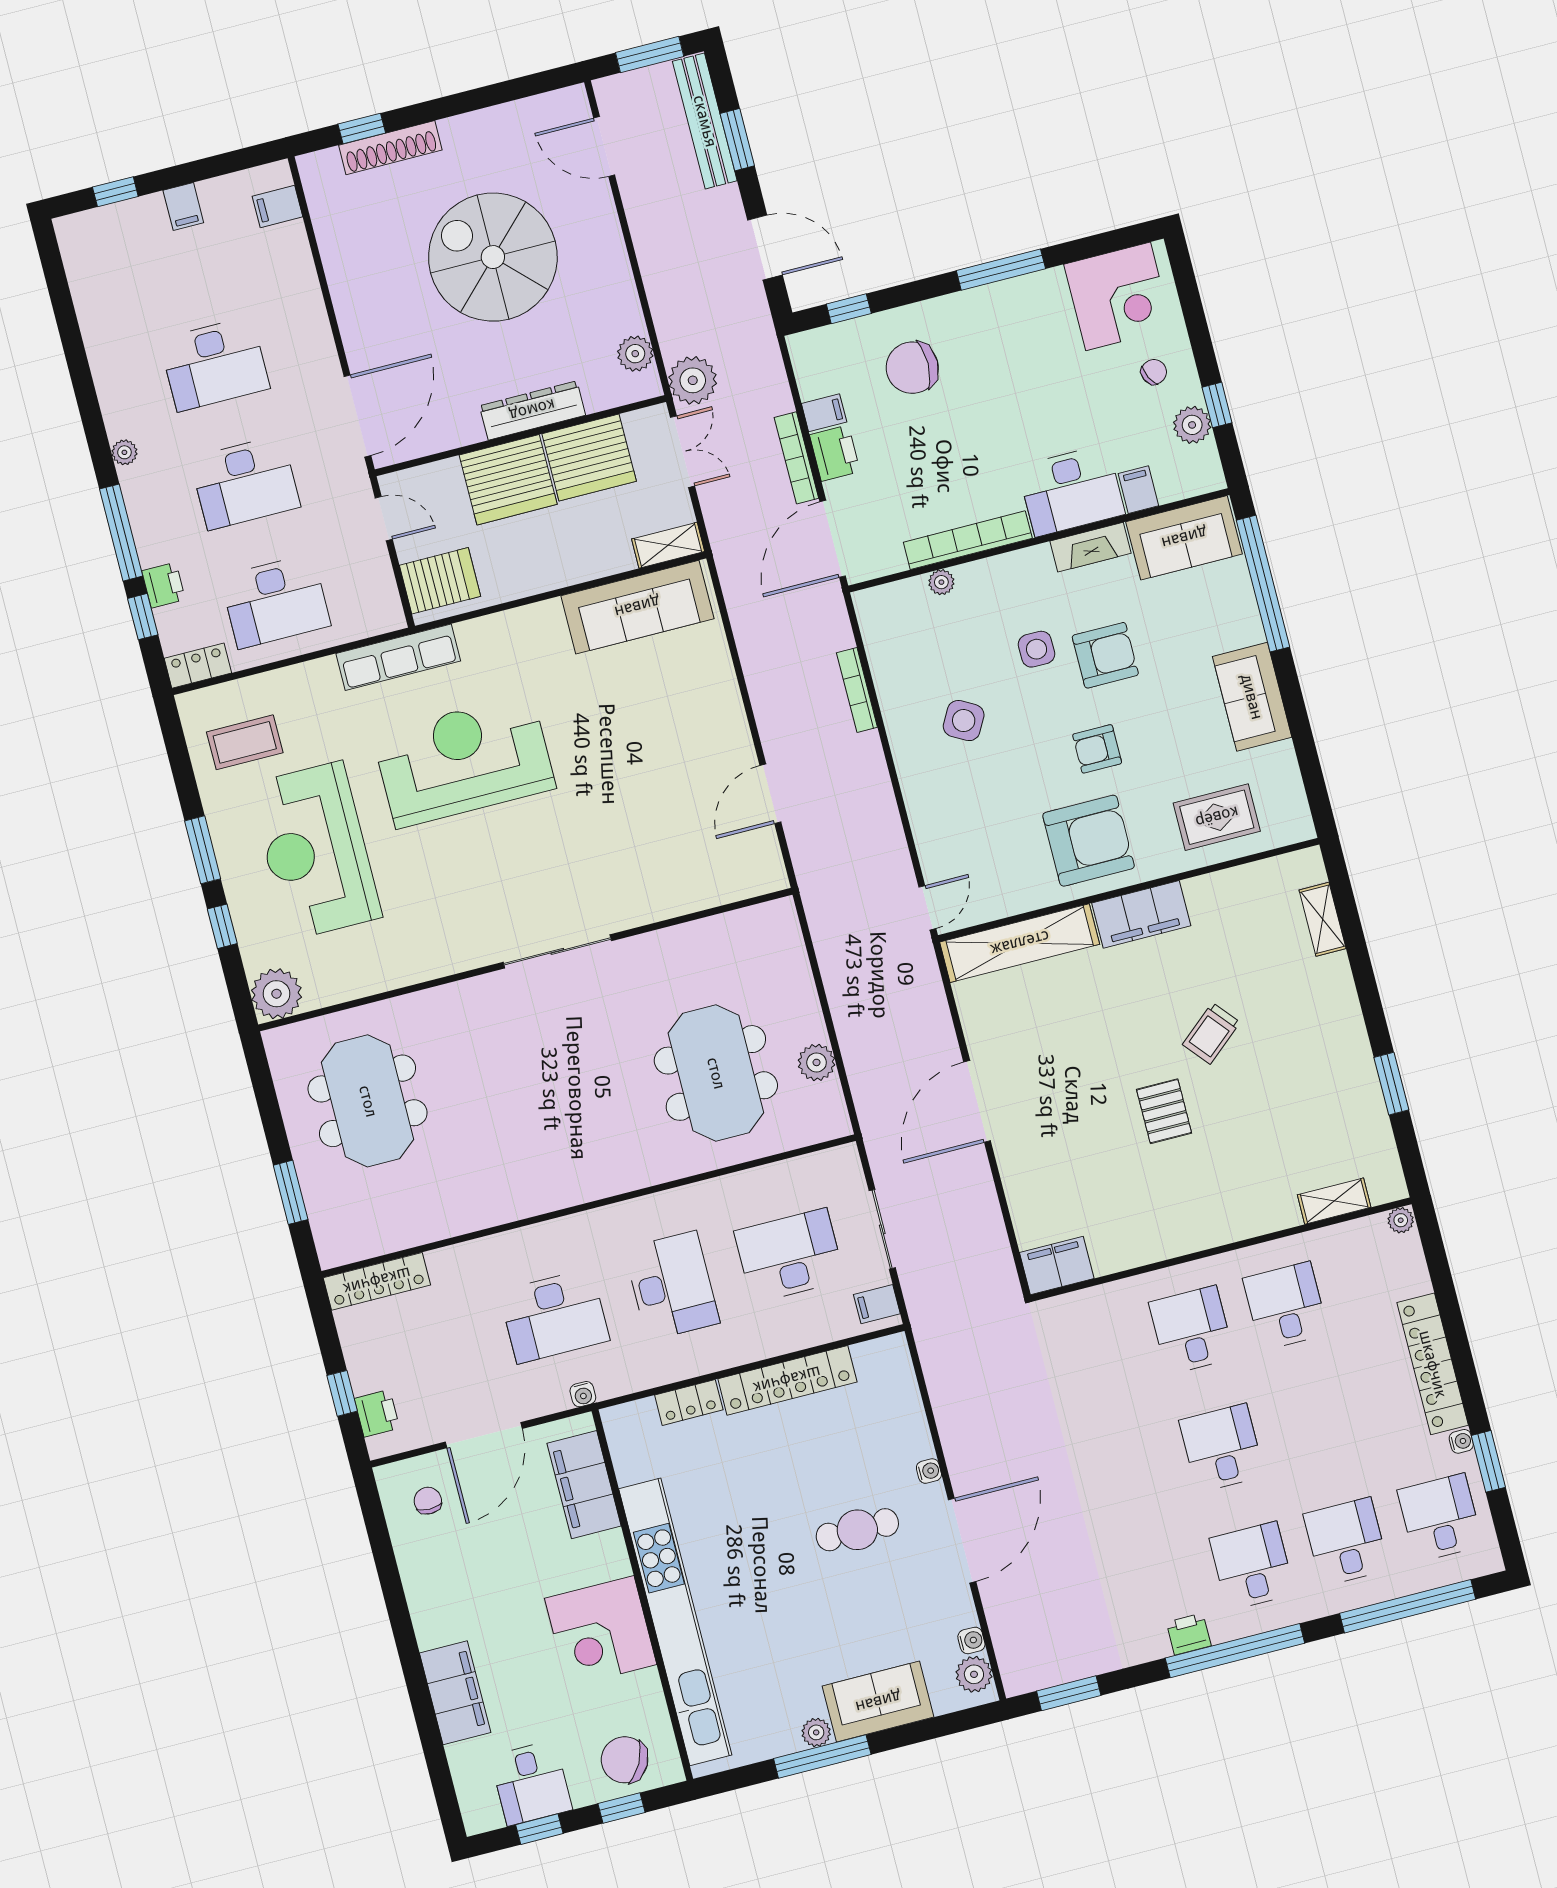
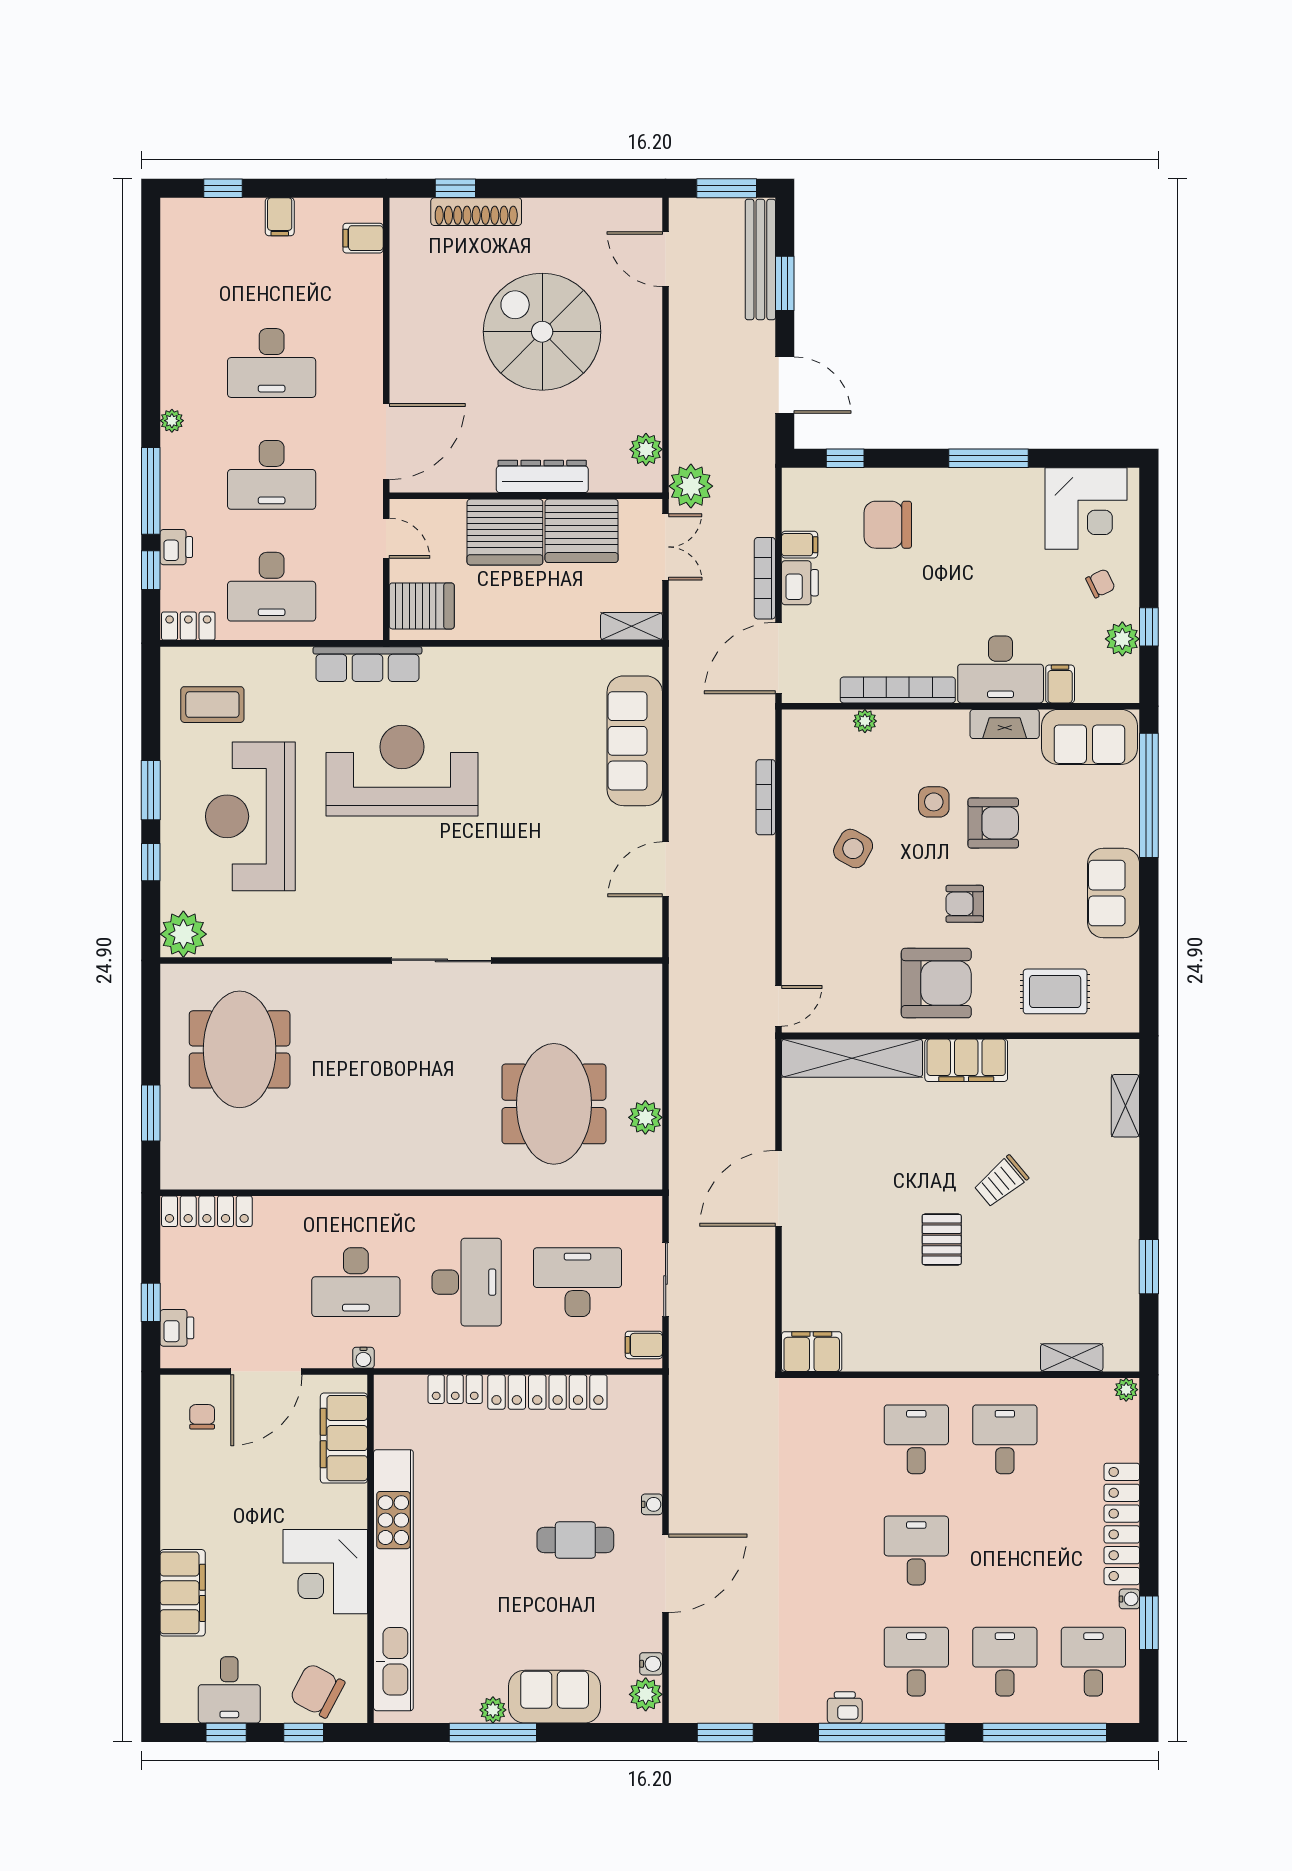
sofa: (637, 607) -> (635, 741), moved, turned 90

